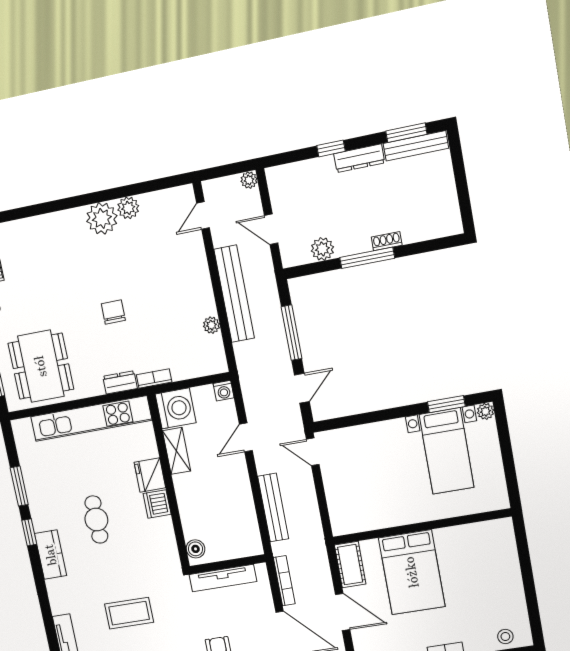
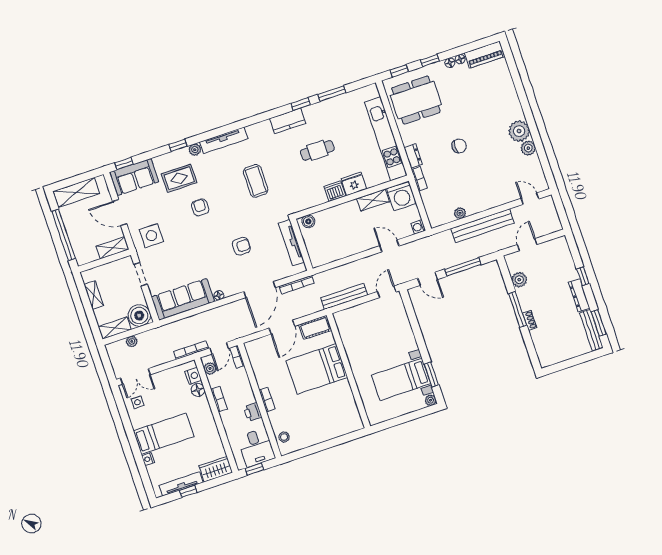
plant: (249, 180) -> (556, 226), removed
bench: (273, 508) -> (344, 296), moved

